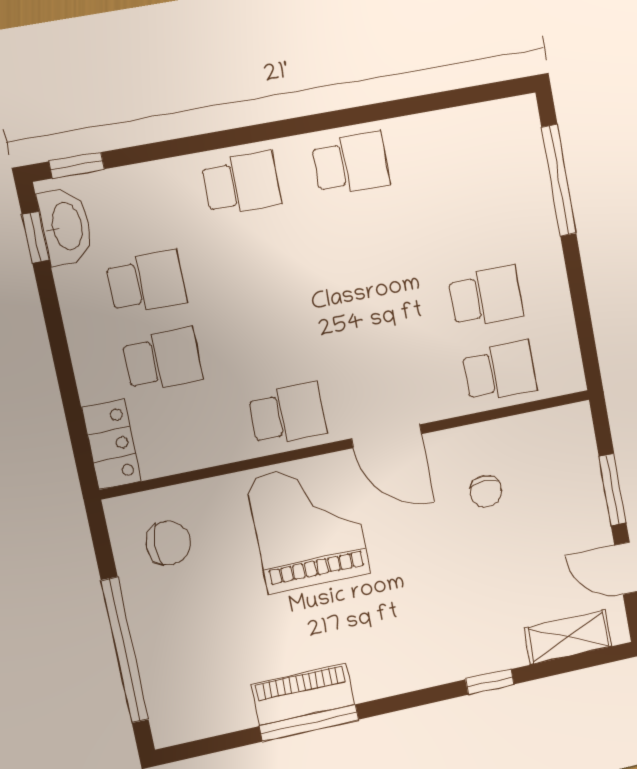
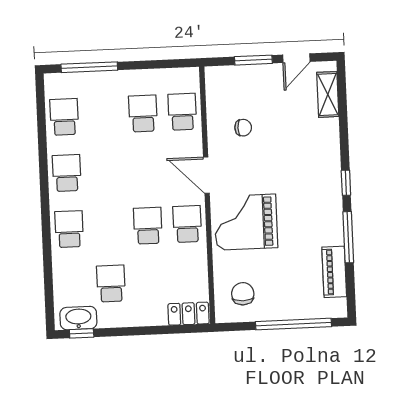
school desk: (458, 144) -> (64, 117), added
window: (77, 165) -> (50, 308), removed
school desk: (163, 360) -> (148, 226), moved
door: (387, 436) -> (206, 175), swing flipped
window: (490, 682) -> (346, 183), moved
piano: (303, 695) -> (334, 272), moved

